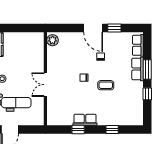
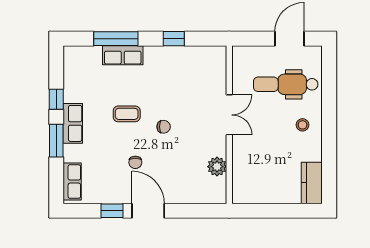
plant: (53, 40) -> (217, 167), moved
row of seats: (138, 69) -> (73, 123), moved
row of seats: (85, 120) -> (123, 55), moved
window: (112, 130) -> (116, 39), width x2.17

